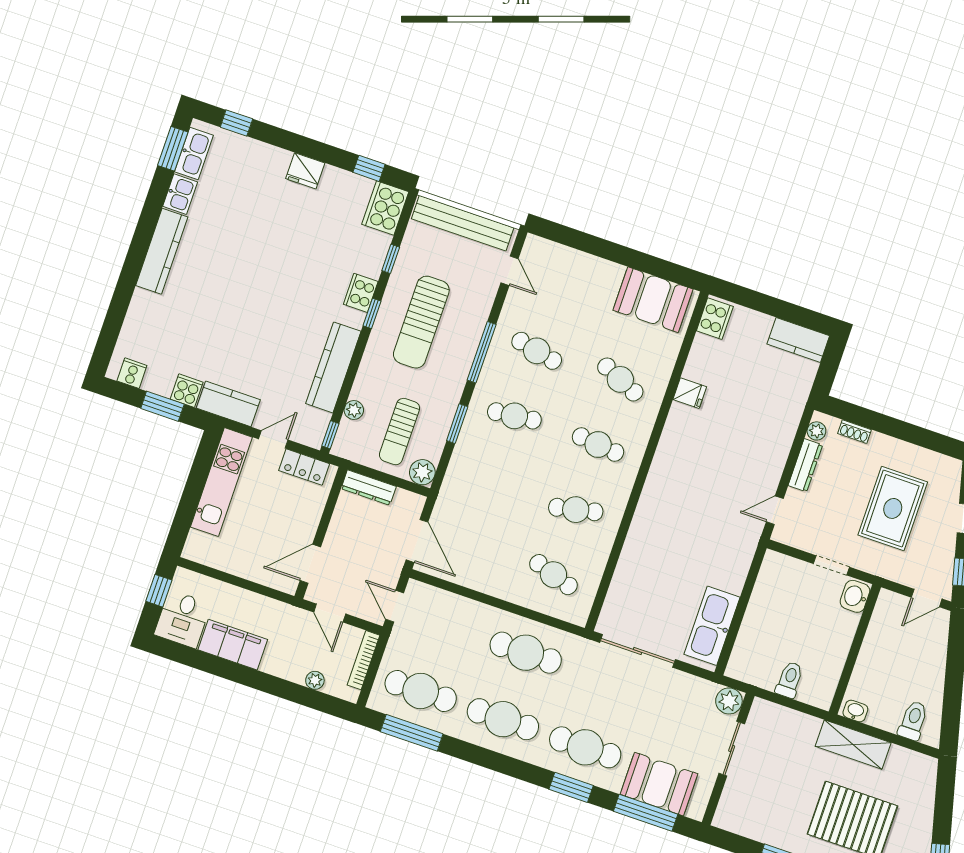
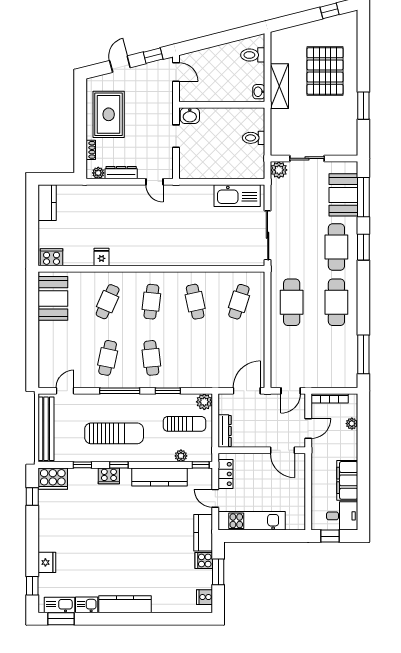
fridge: (305, 171) -> (47, 562), moved
rug: (893, 508) -> (109, 114), moved, turned 90
cafe table: (421, 691) -> (336, 358), removed

